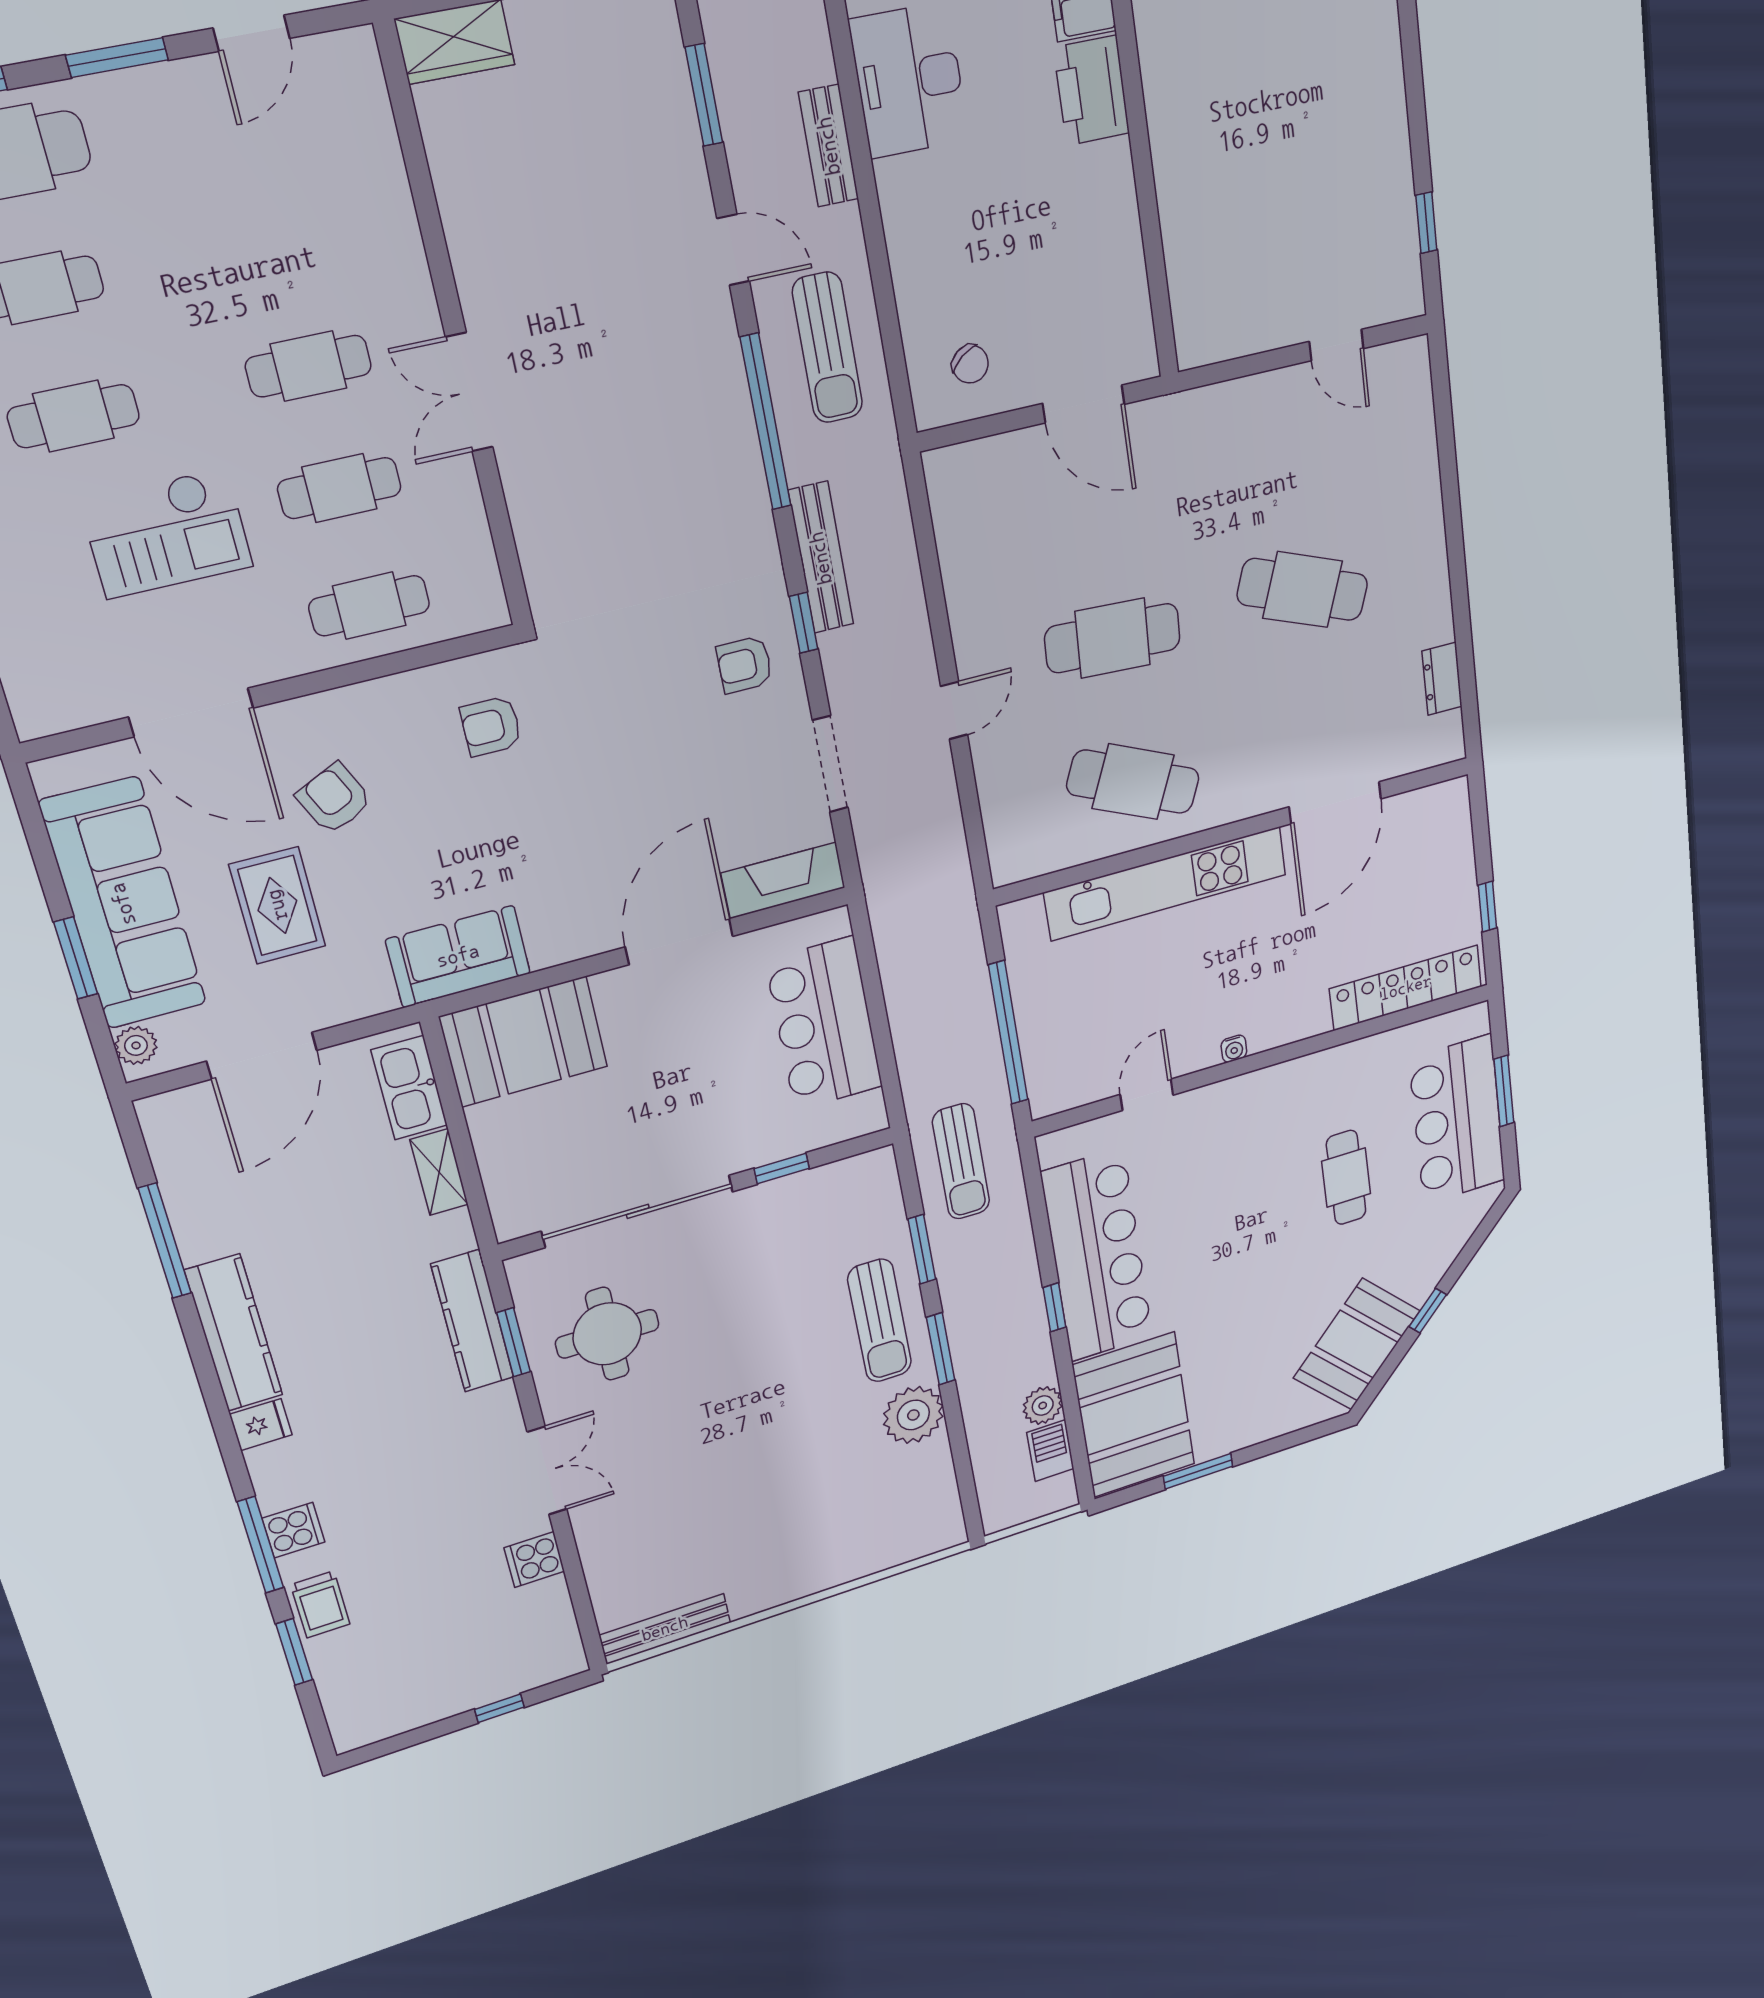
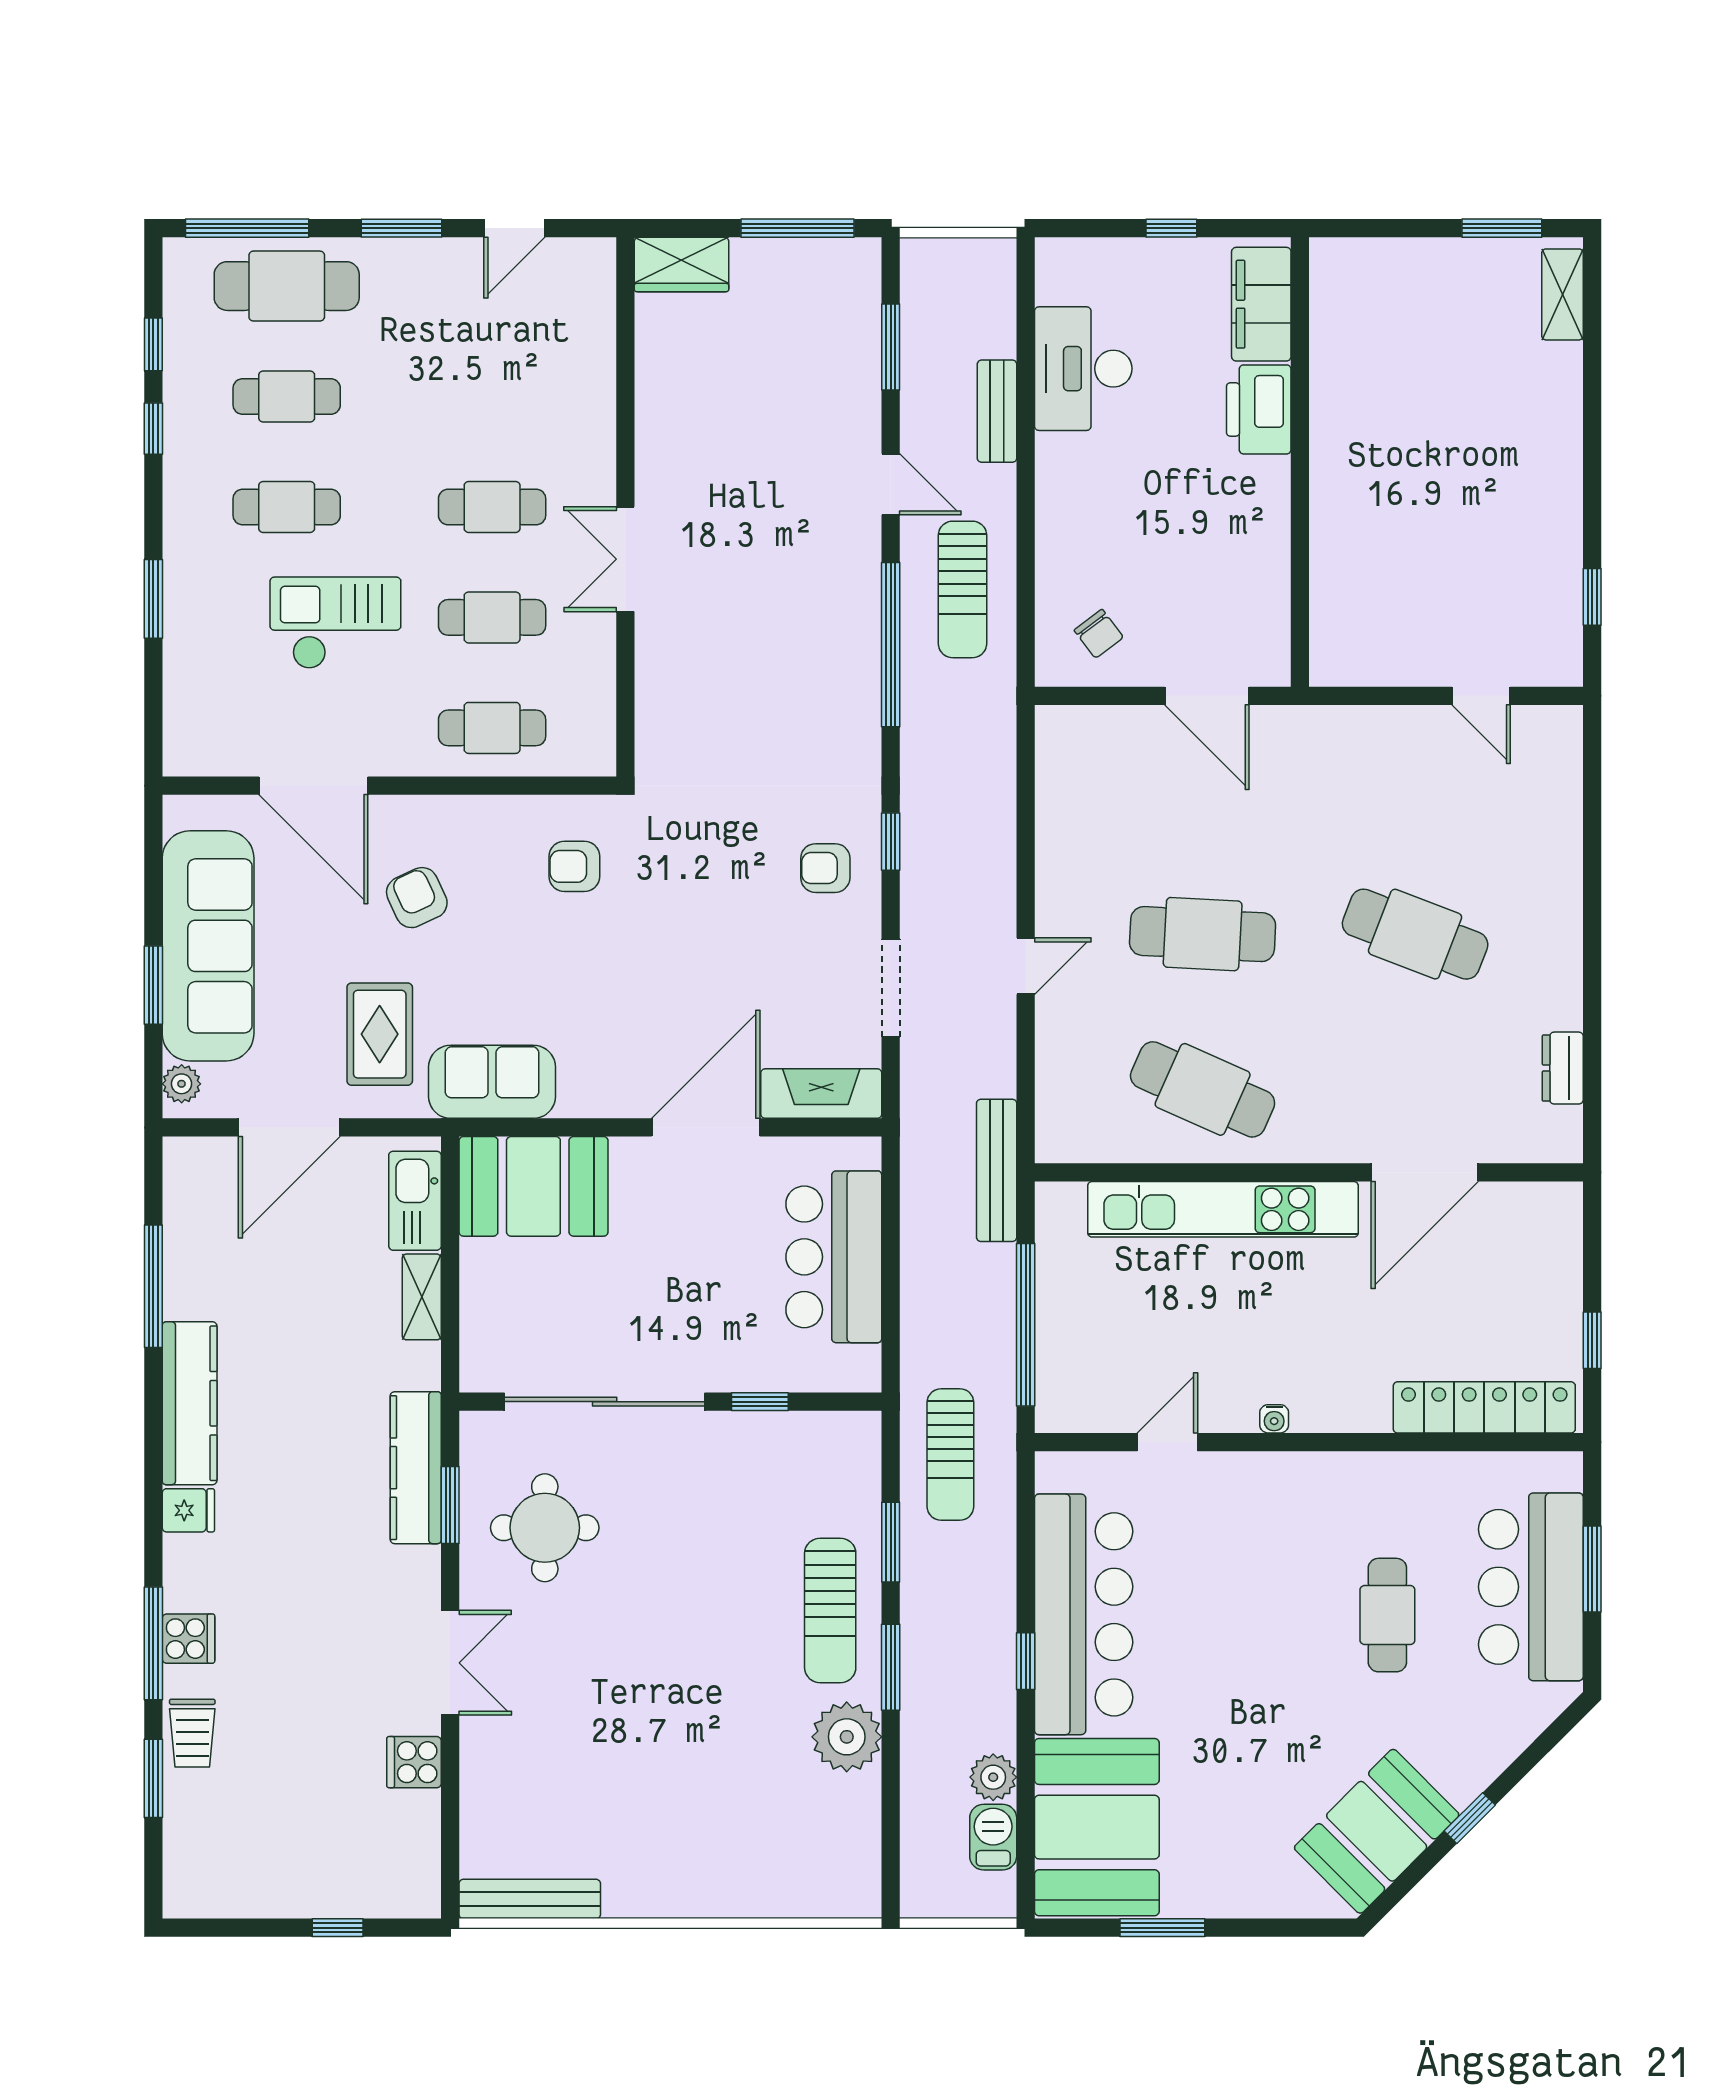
checkout: (167, 533) -> (335, 623), turned 180
bench: (821, 558) -> (997, 1170), moved
rug: (277, 905) -> (380, 1034), moved

